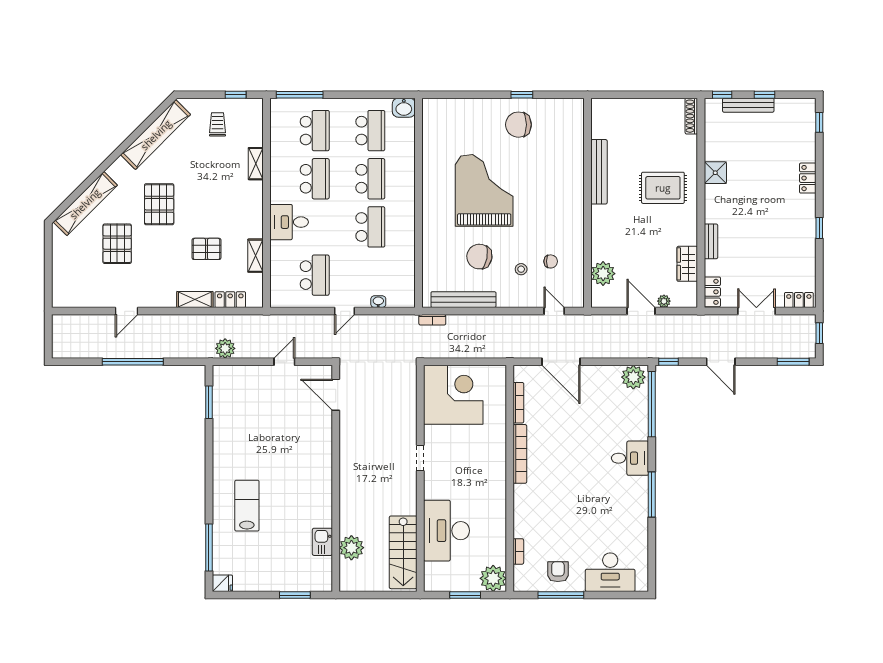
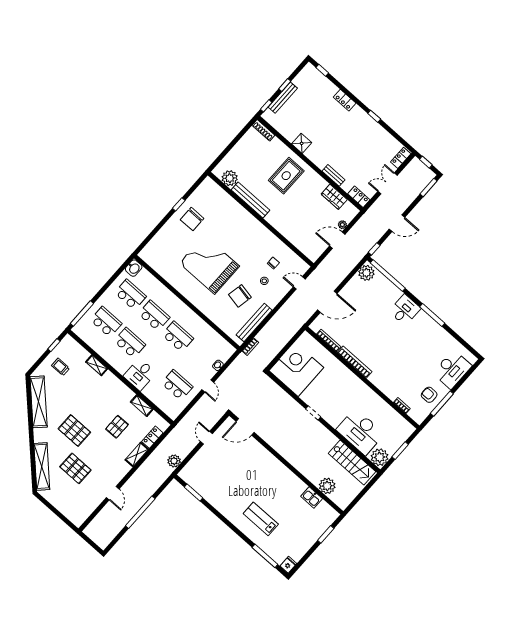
plant: (603, 274) -> (230, 178), moved
plant: (493, 578) -> (380, 457), moved

